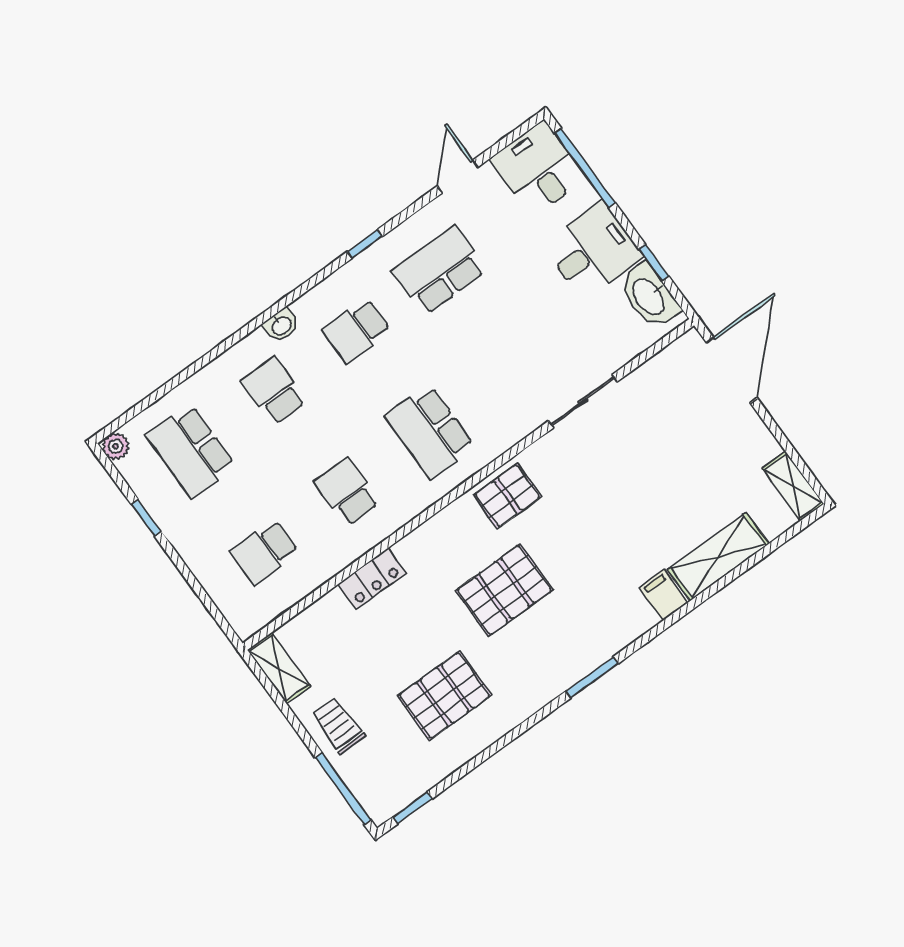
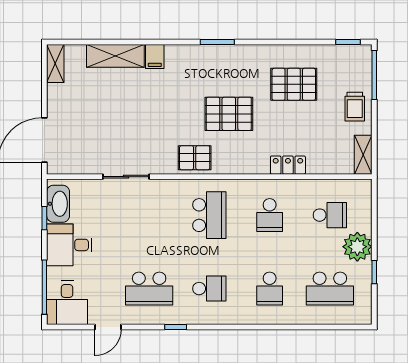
washbasin: (281, 325) -> (243, 317), removed
plant: (116, 446) -> (357, 247), moved, width x1.87, depth x1.87
school desk: (191, 451) -> (330, 289), turned 90

